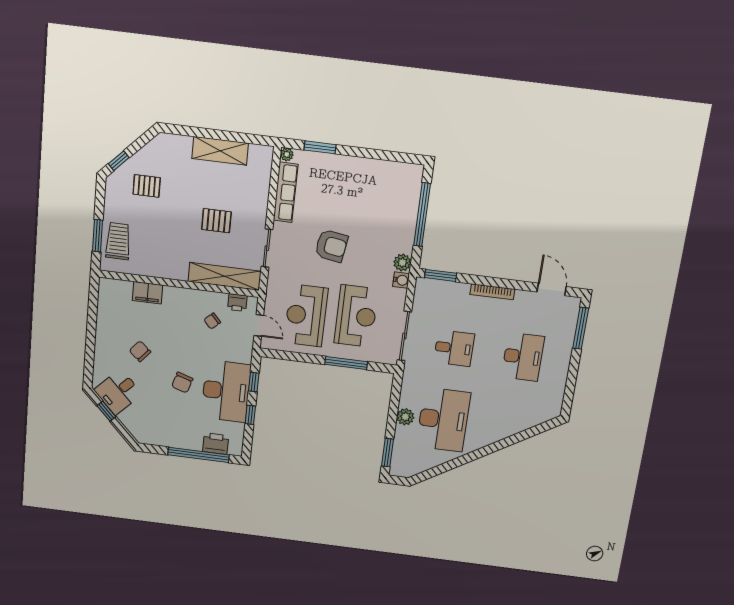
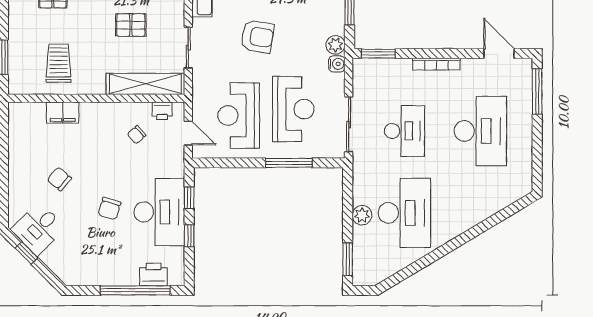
trolley: (118, 241) -> (58, 63), moved
desk: (454, 348) -> (404, 131), width x1.37
desk: (523, 357) -> (480, 131), width x1.36, depth x1.30

